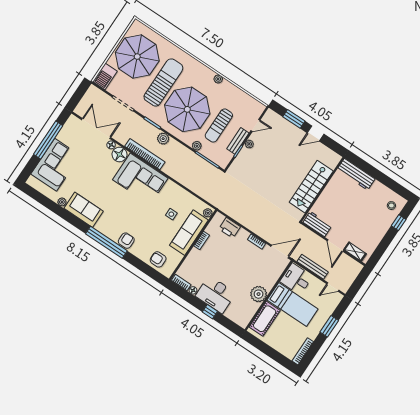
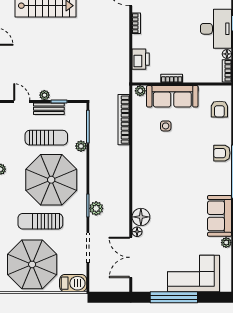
sun lounger: (163, 82) -> (40, 221), width x0.73, depth x0.75
plant: (163, 139) -> (96, 208), moved
bookcase: (145, 154) -> (124, 120), moved
corner sofa: (140, 179) -> (151, 180), removed

